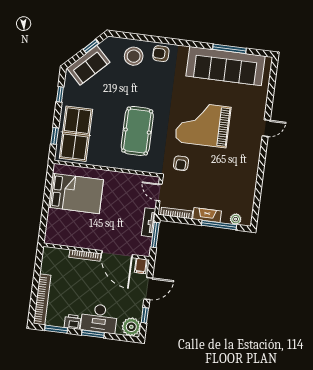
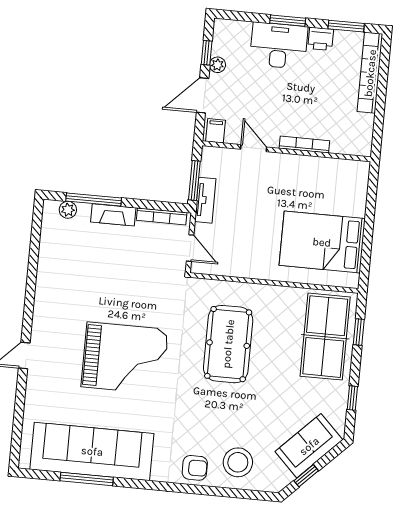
armchair: (181, 163) -> (157, 295), removed
door: (117, 254) -> (254, 148), width x0.53
plant: (131, 327) -> (217, 65), moved, width x0.53, depth x0.53

